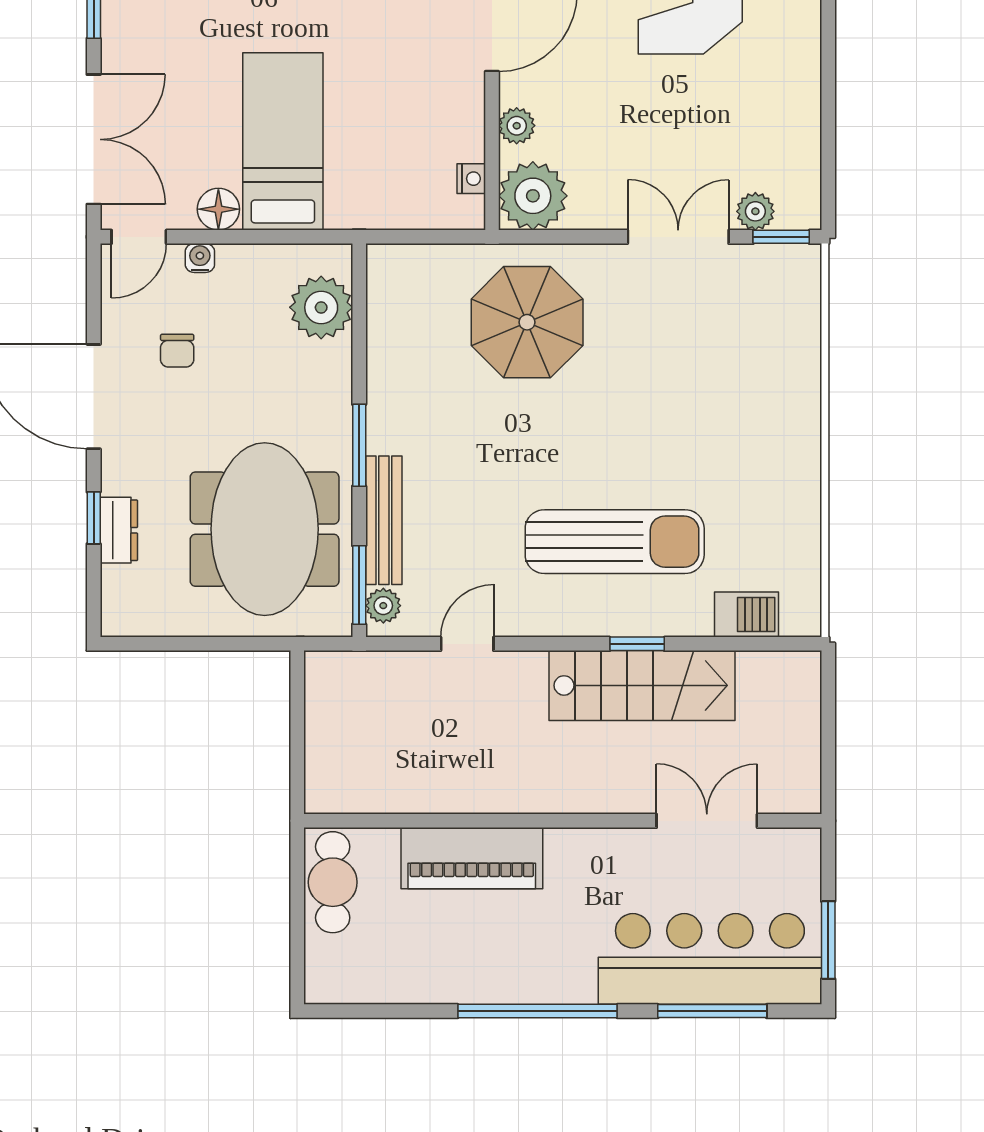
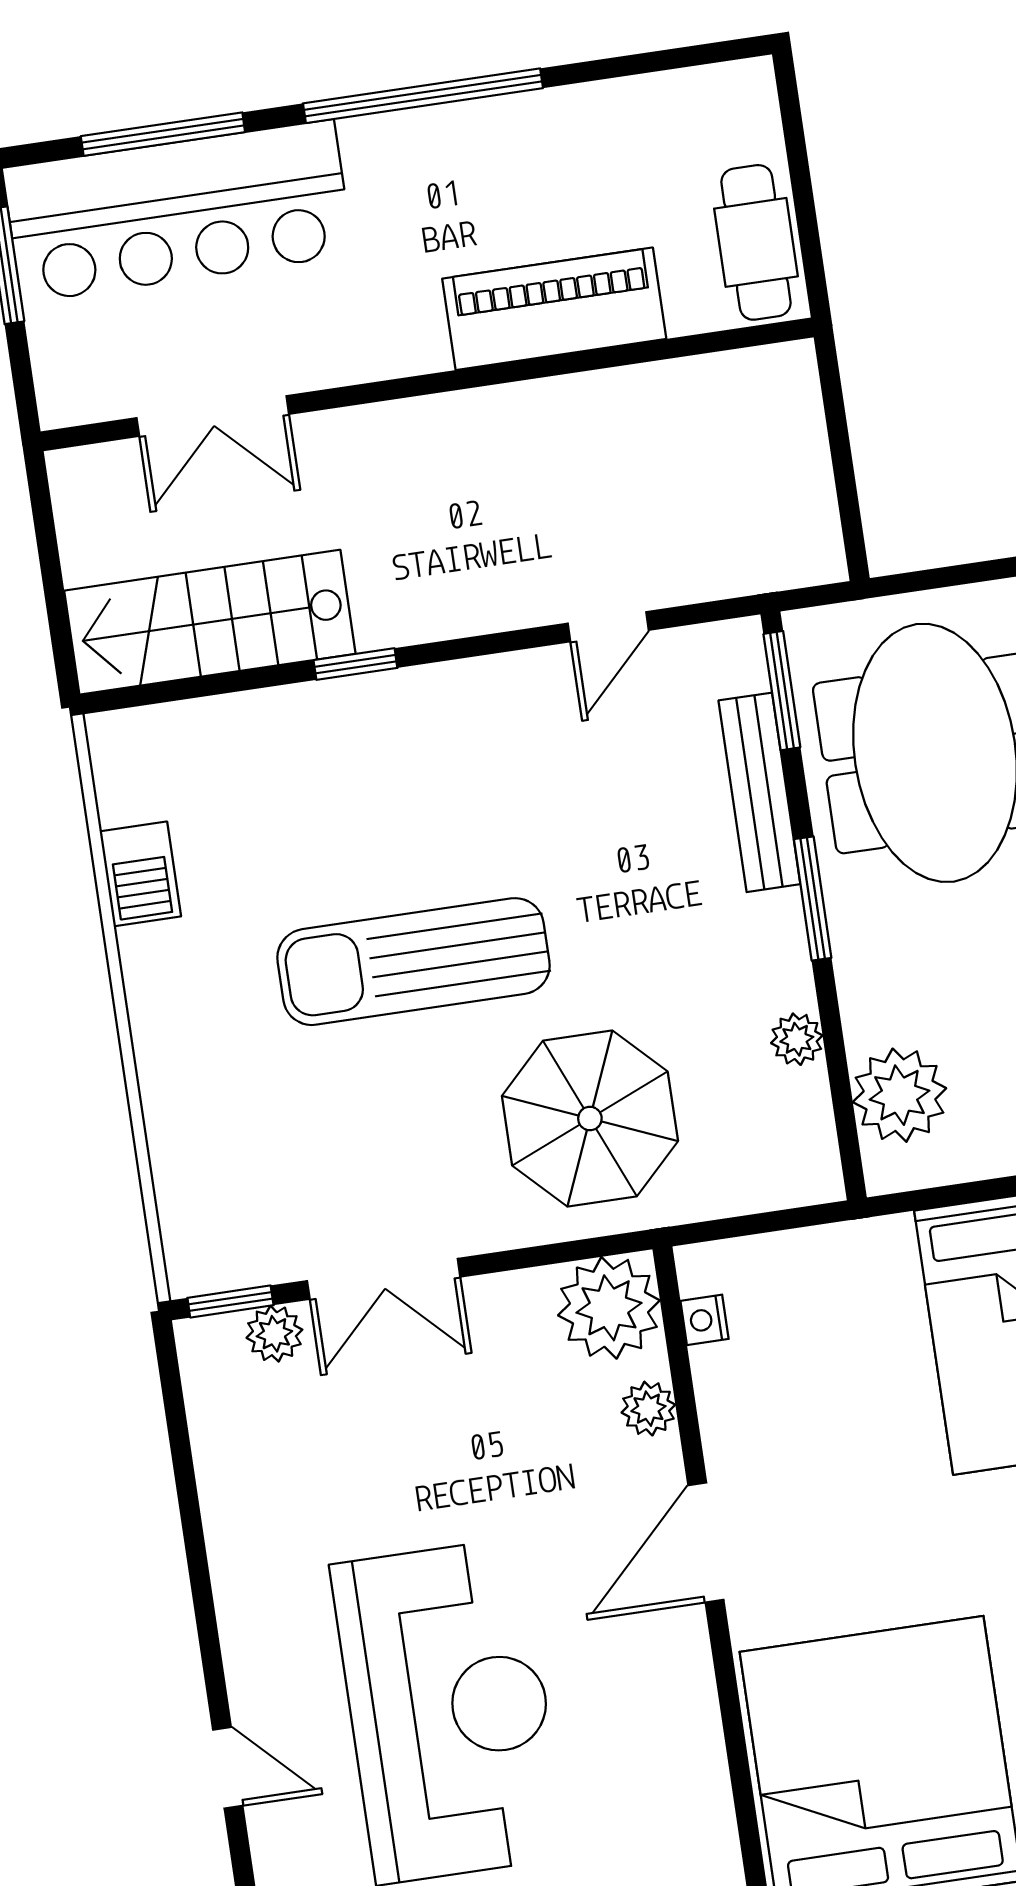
sun lounger: (615, 542) -> (413, 962), moved
plant: (383, 606) -> (797, 1039), moved
barbecue: (746, 615) -> (140, 874), moved, turned -90
stairs: (642, 685) -> (210, 622), moved

